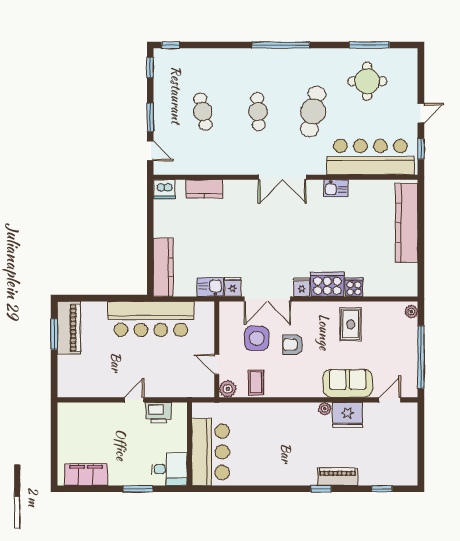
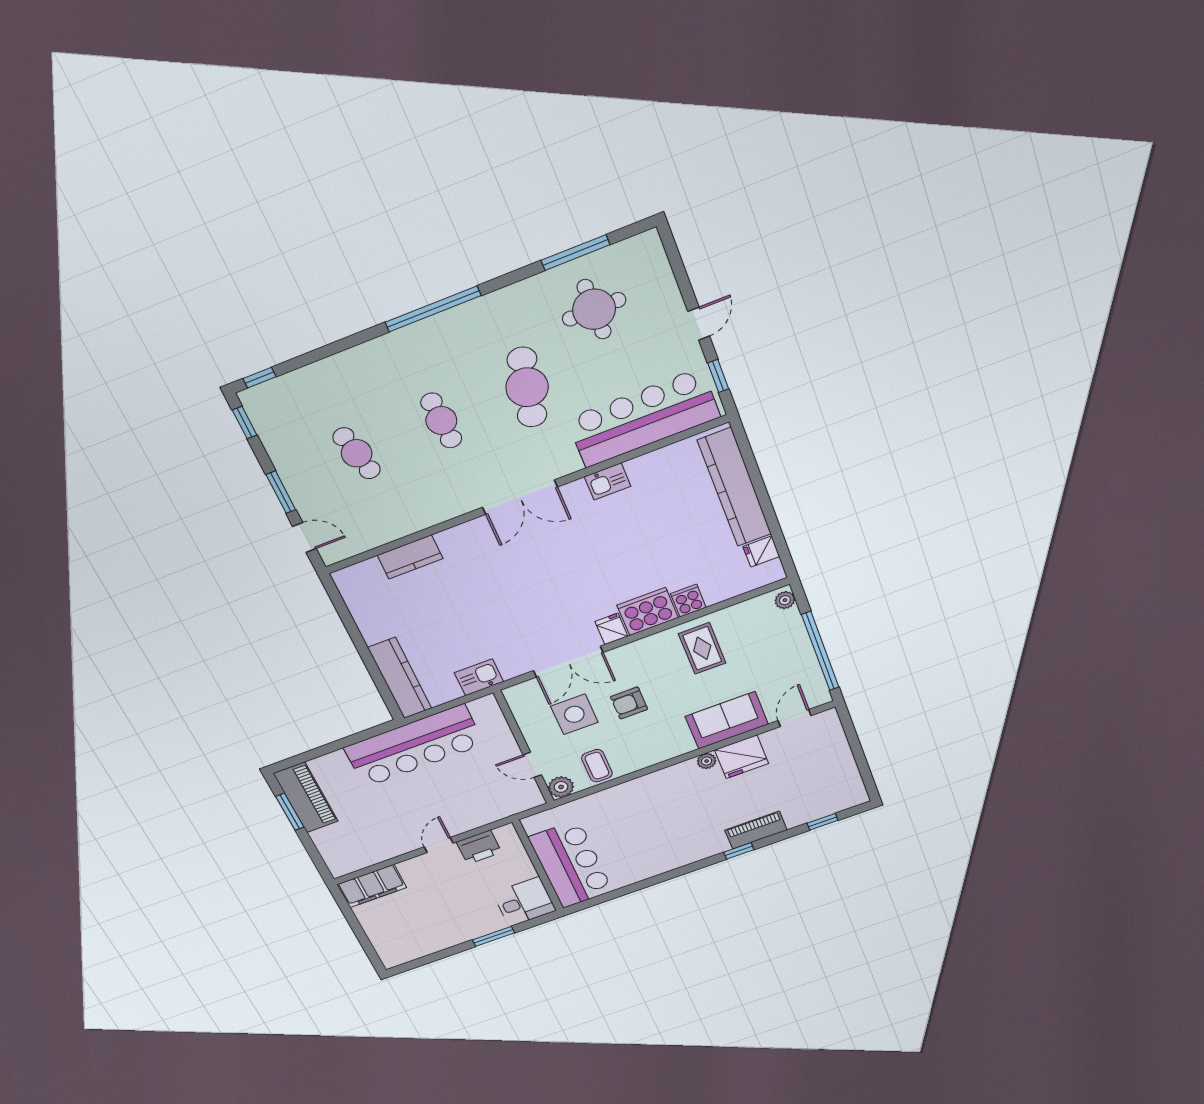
dishwasher: (164, 189) -> (351, 580), removed
fridge: (233, 287) -> (761, 551), moved, turned -90
filing cabinet: (86, 475) -> (372, 886), moved, turned 180

